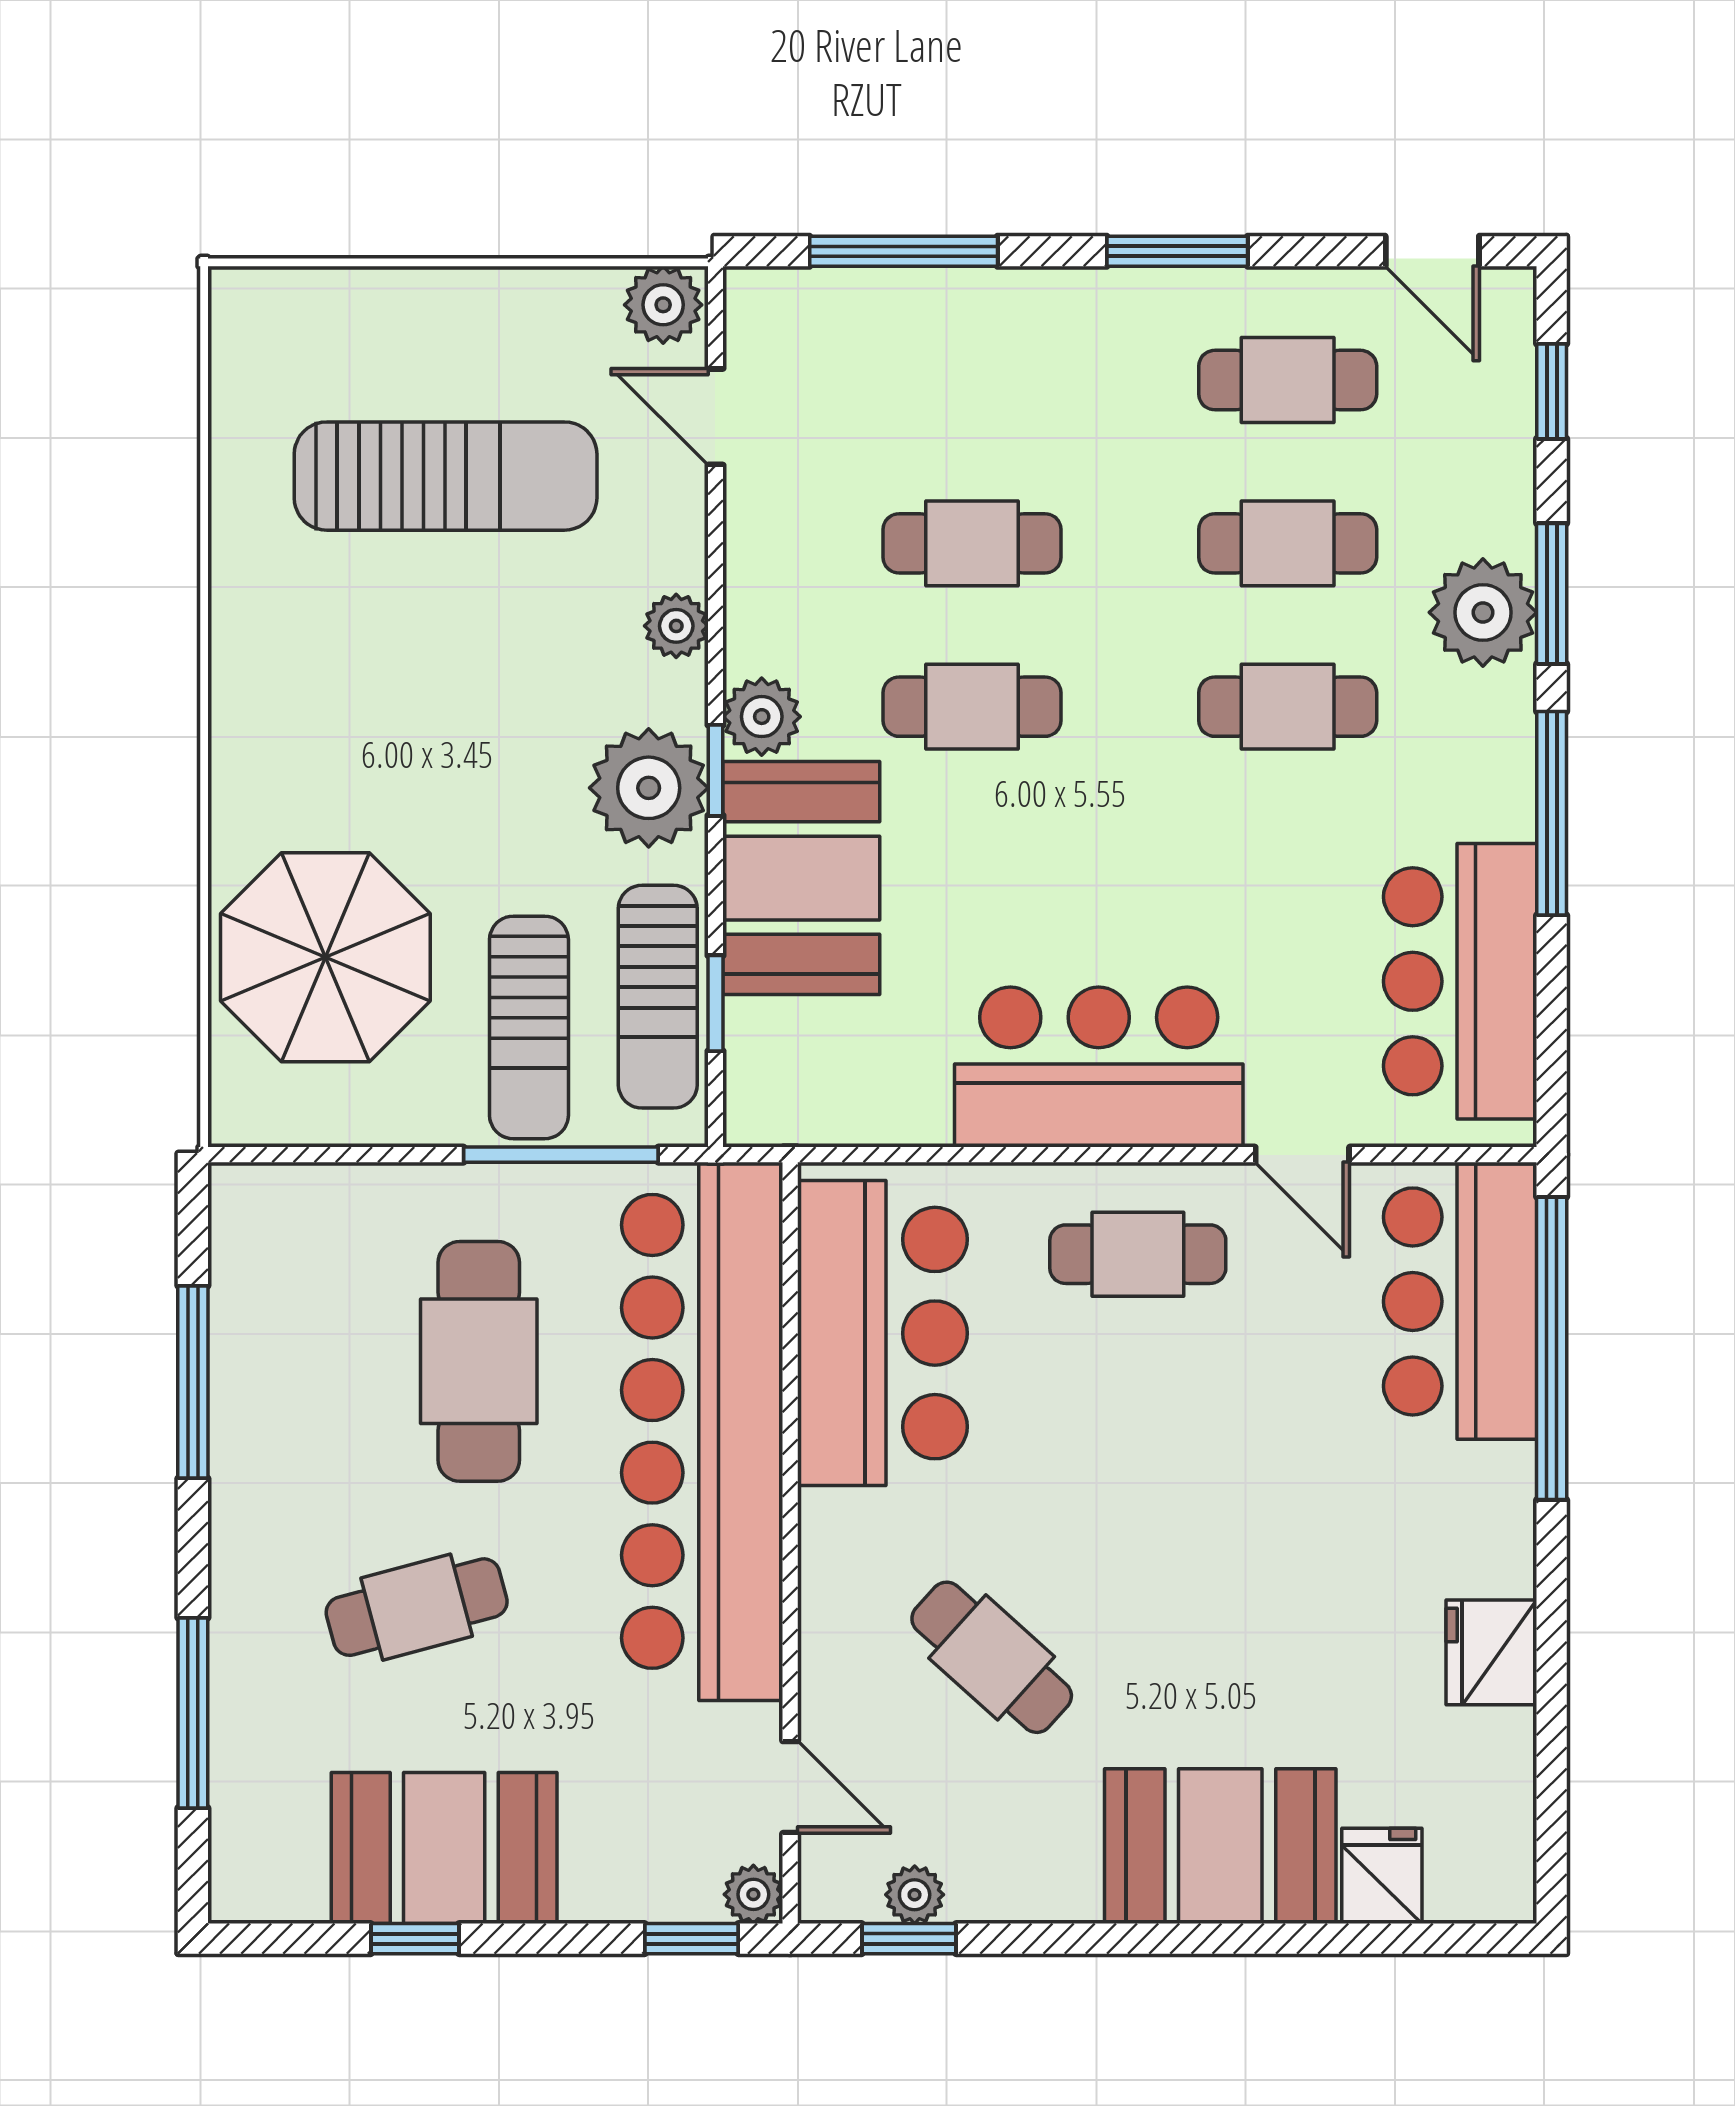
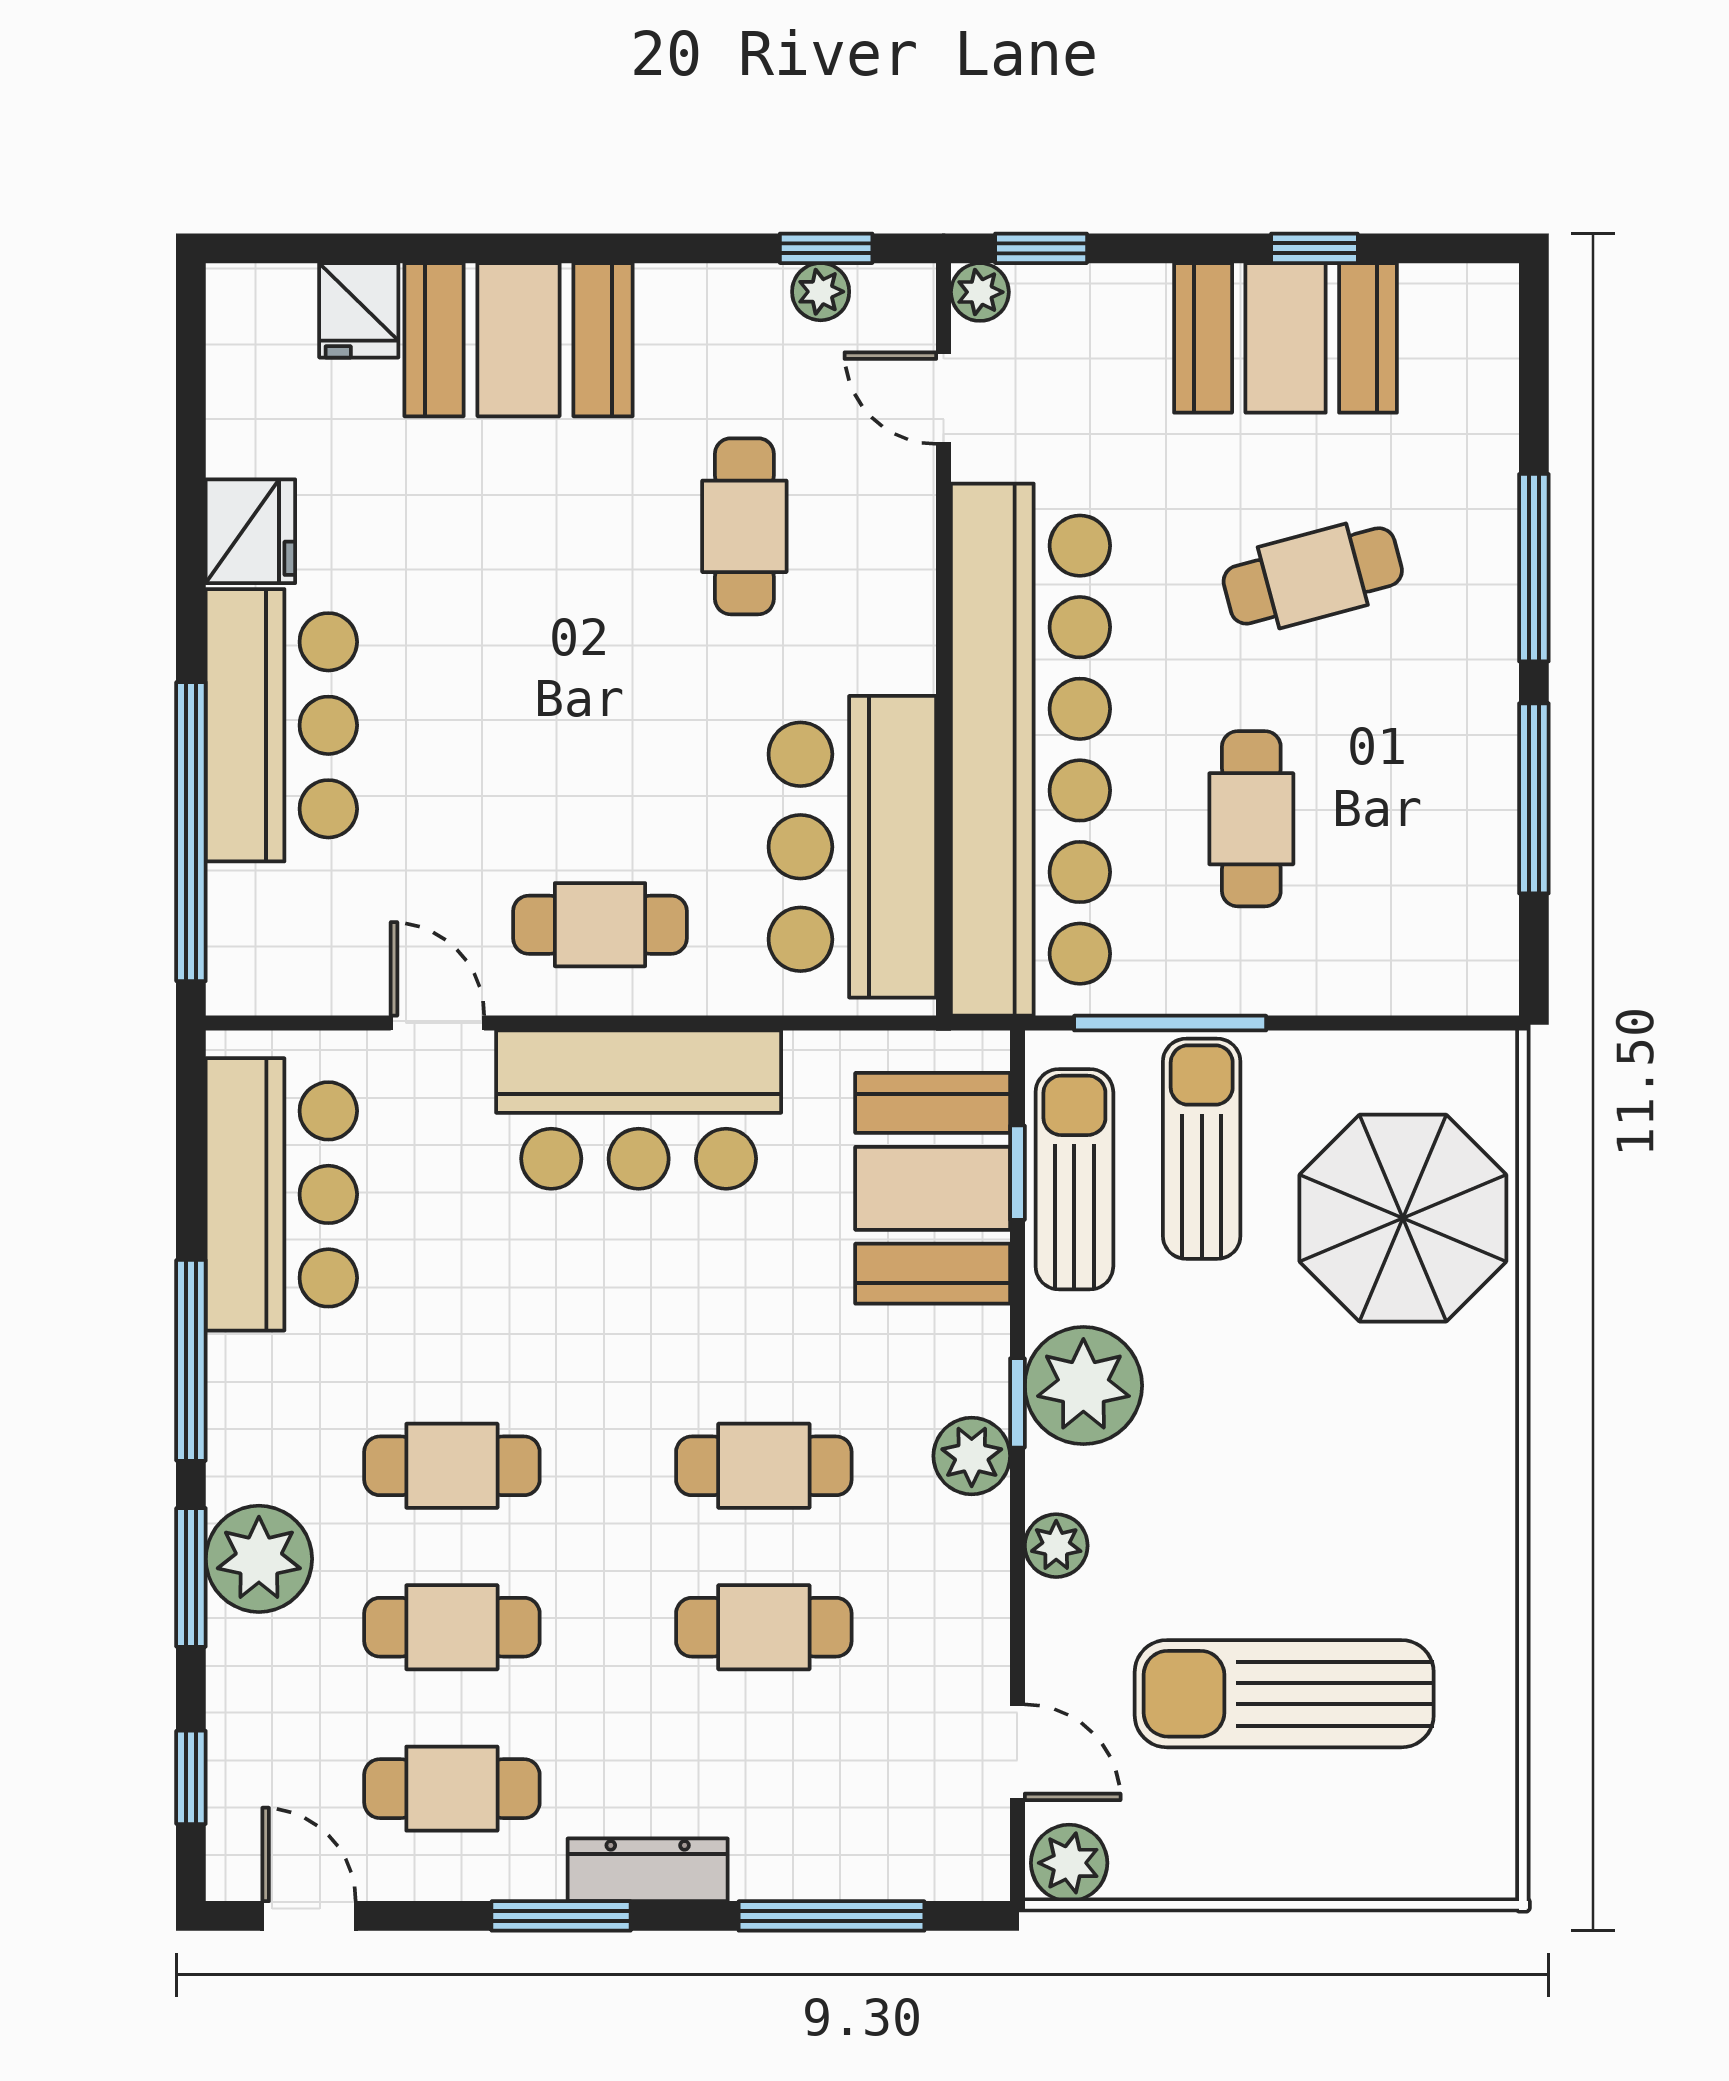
dresser: (1090, 298) -> (648, 1870), added
booth: (801, 878) -> (933, 1188), moved
bar counter: (1460, 1301) -> (281, 725), moved
cafe table: (479, 1361) -> (1251, 819), width x0.73, depth x0.74
cafe table: (992, 1657) -> (744, 526), turned 48
window: (193, 1713) -> (1534, 568), moved

